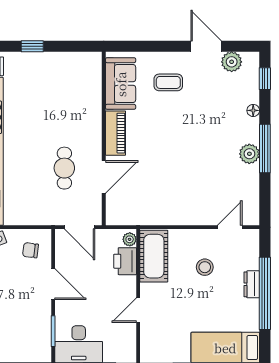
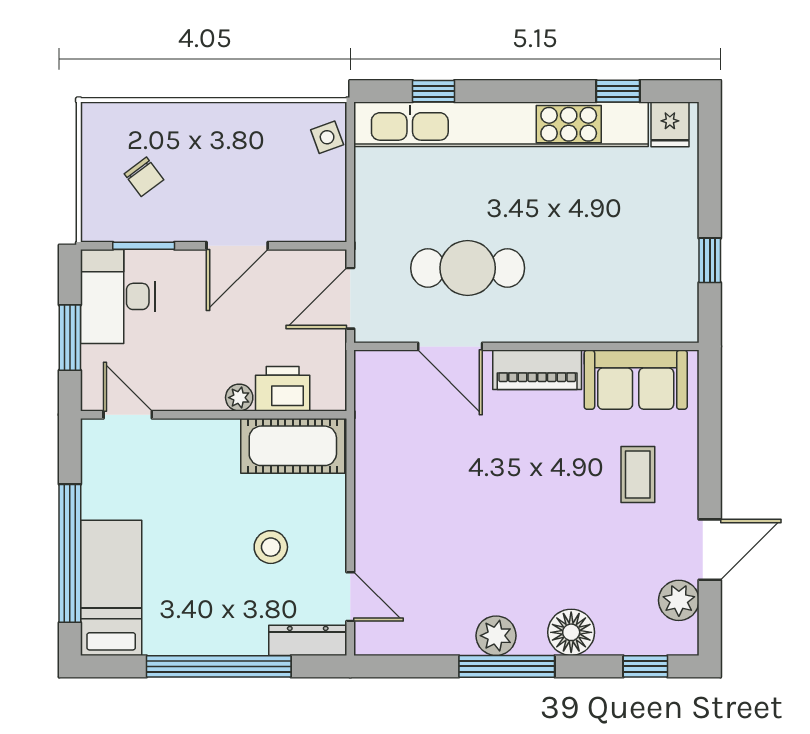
window: (32, 46) -> (710, 260), moved
floor lamp: (253, 110) -> (571, 632), width x1.89, depth x1.89
cafe table: (64, 168) -> (468, 268), width x1.37, depth x1.35
plant: (130, 239) -> (239, 398), moved
chair: (30, 250) -> (144, 177), moved, turned 136
dresser: (252, 284) -> (308, 640), moved, width x1.44
door: (138, 310) -> (128, 415), moved

